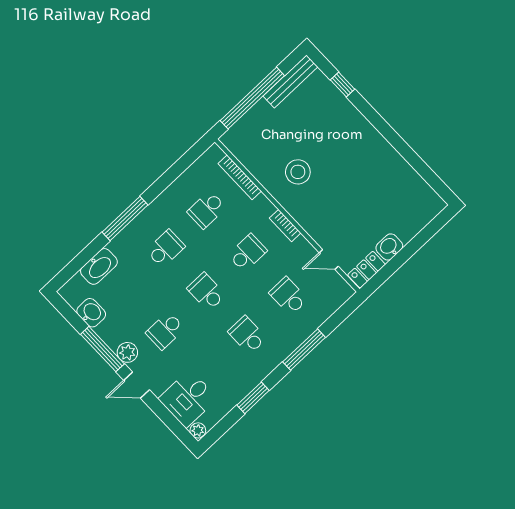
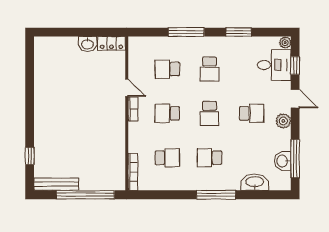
stool: (298, 172) -> (99, 131), removed
bookcase: (240, 177) -> (133, 172), moved
door: (329, 260) -> (127, 88), moved
school desk: (288, 296) -> (167, 69), turned 90
window: (102, 349) -> (295, 159), moved
window: (167, 417) -> (295, 66), added

